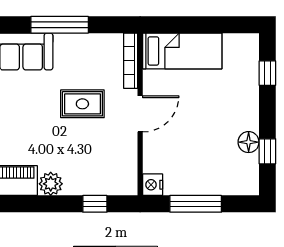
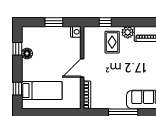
bed: (182, 51) -> (42, 91), moved, turned 180
rug: (82, 104) -> (112, 42), moved, turned 90
window: (196, 204) -> (54, 22), width x0.69

